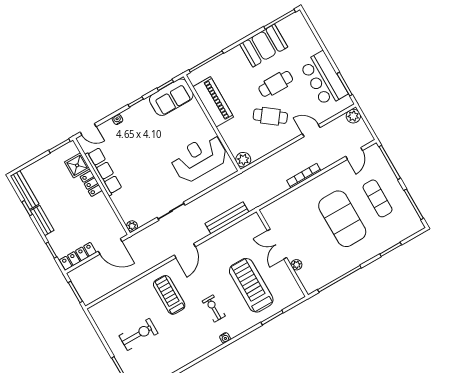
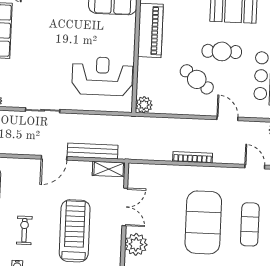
door: (354, 153) -> (255, 167), swing flipped
shelving: (247, 224) -> (109, 169), added
double door: (277, 244) -> (125, 207), swing flipped
door: (185, 251) -> (54, 158), moved
plant: (296, 265) -> (136, 244), width x1.88, depth x1.88

